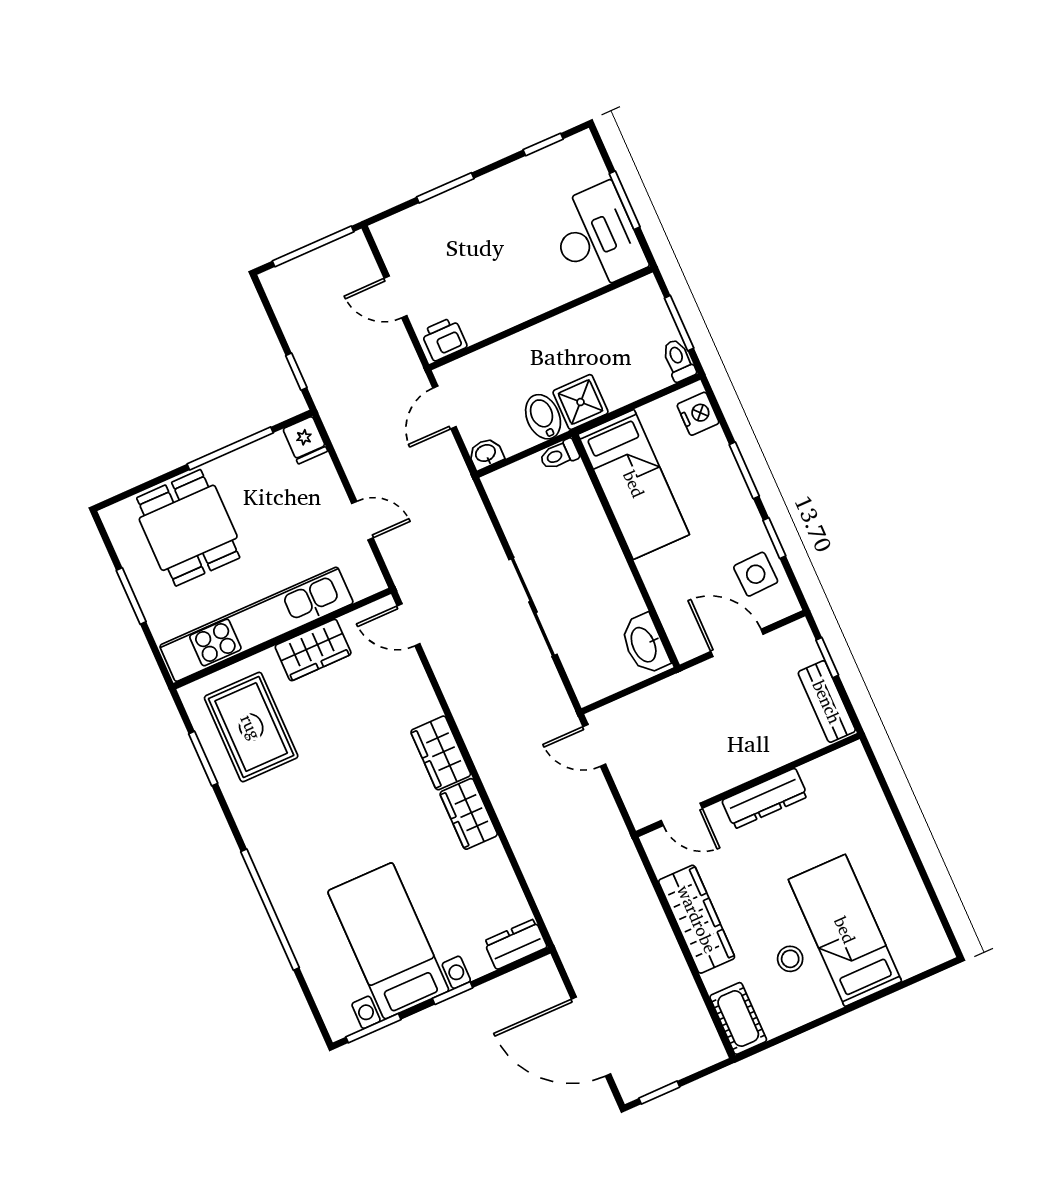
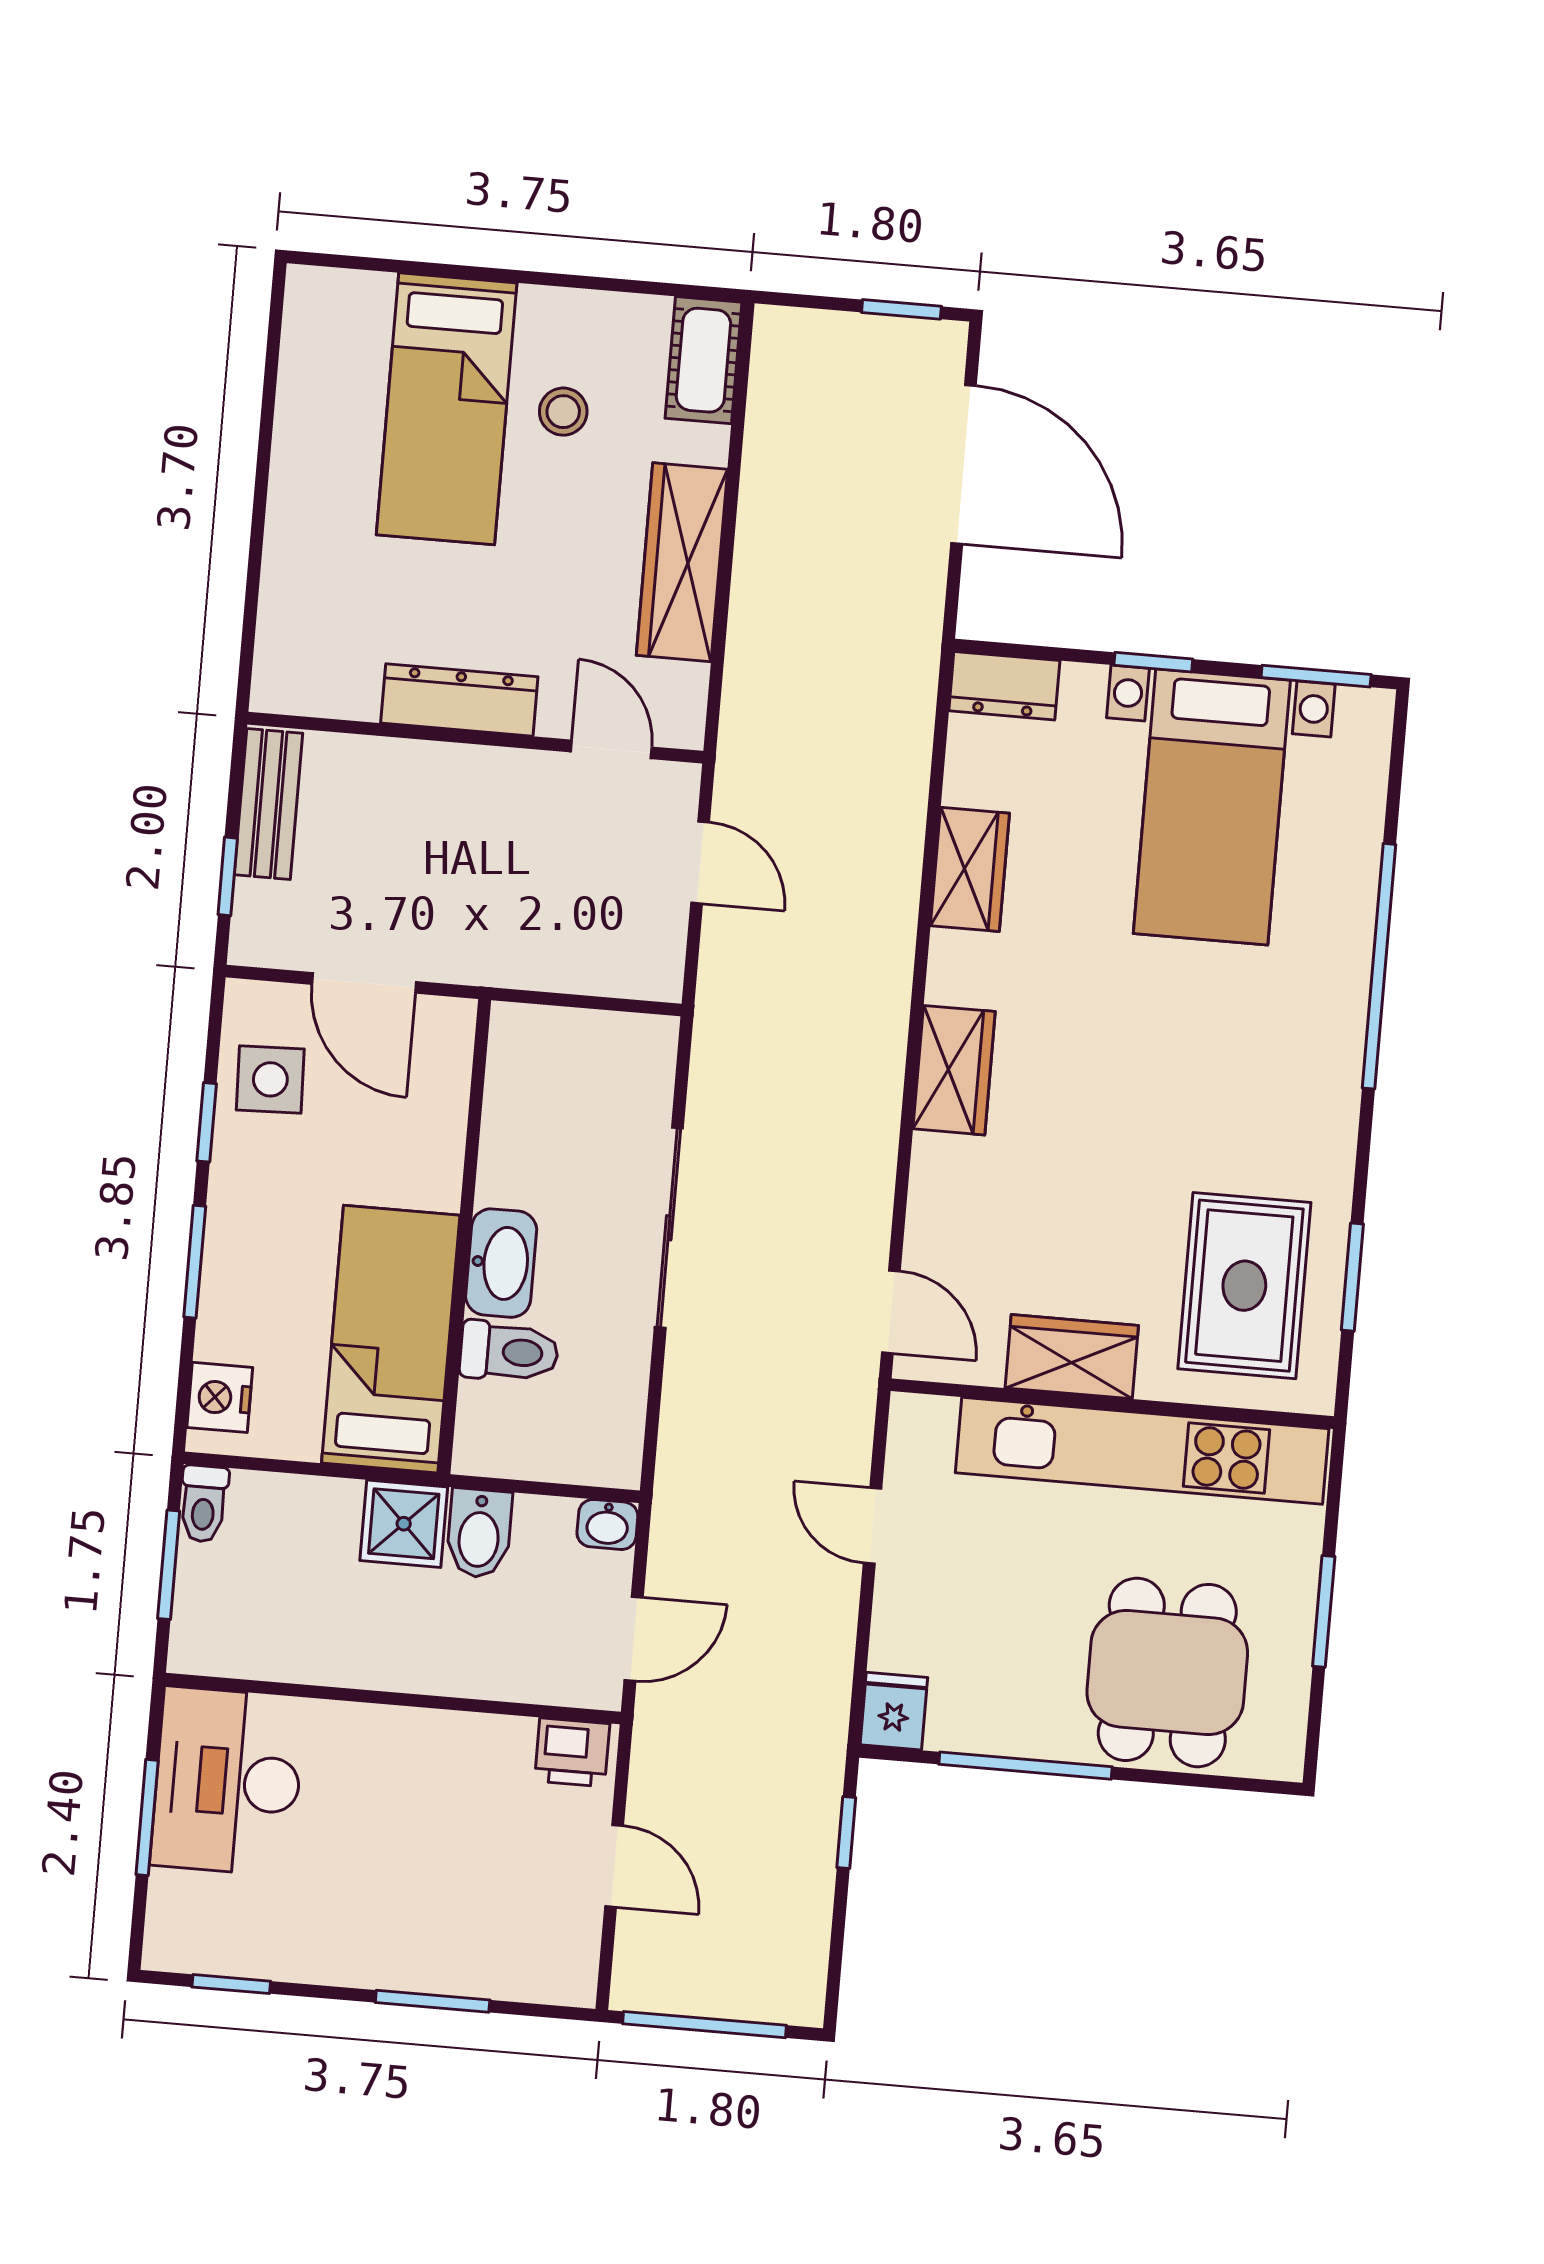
toilet: (559, 455) -> (509, 1352), moved, width x1.37, depth x1.39
washbasin: (645, 644) -> (501, 1263), moved
door: (594, 745) -> (700, 862), moved
wardrobe: (469, 814) -> (970, 869), moved

